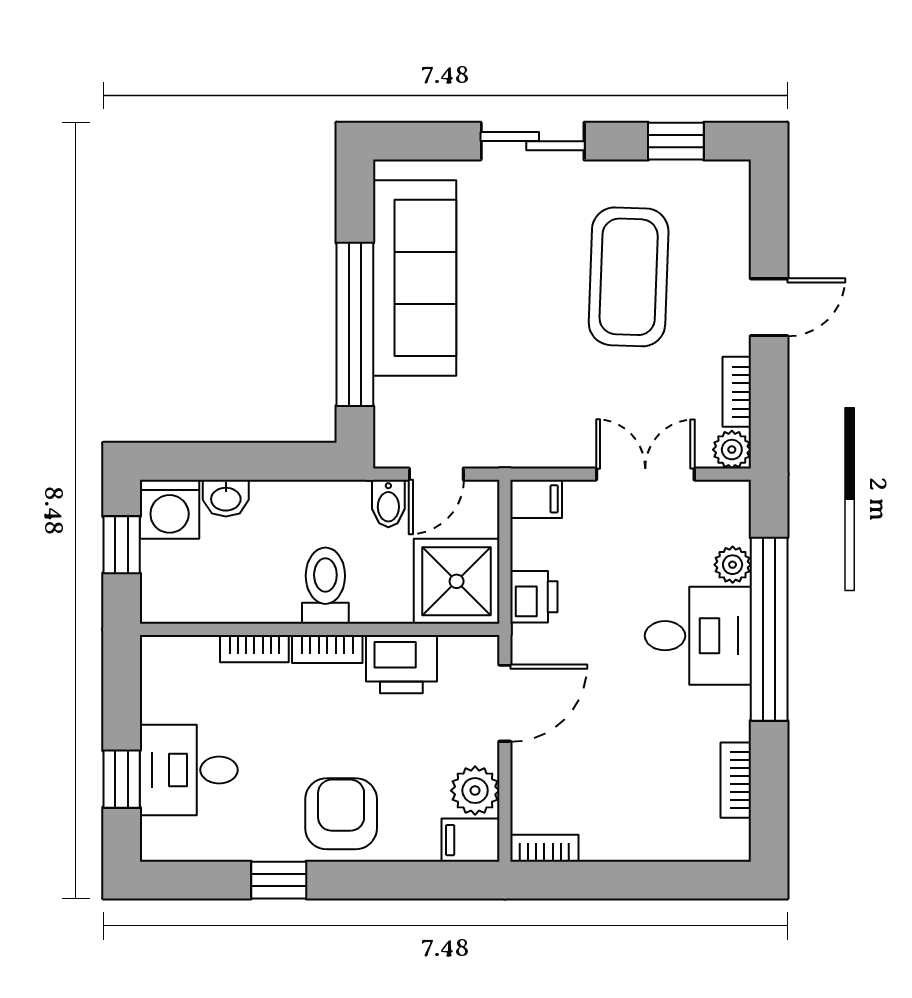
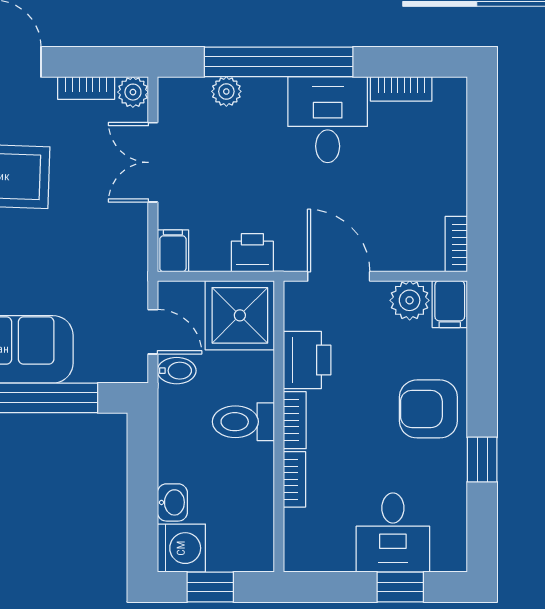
desk: (698, 636) -> (328, 120), moved

